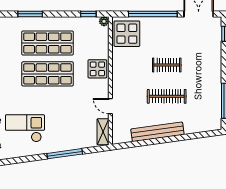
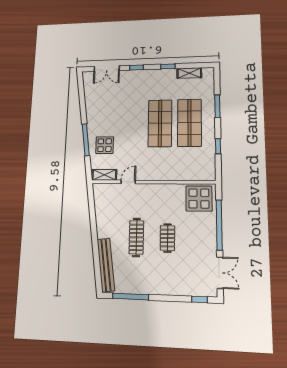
window: (88, 14) -> (218, 146), moved
plant: (104, 21) -> (211, 176), removed
display table: (97, 69) -> (105, 145), moved
checkout: (25, 128) -> (110, 104), removed
bench: (157, 132) -> (106, 265), moved

